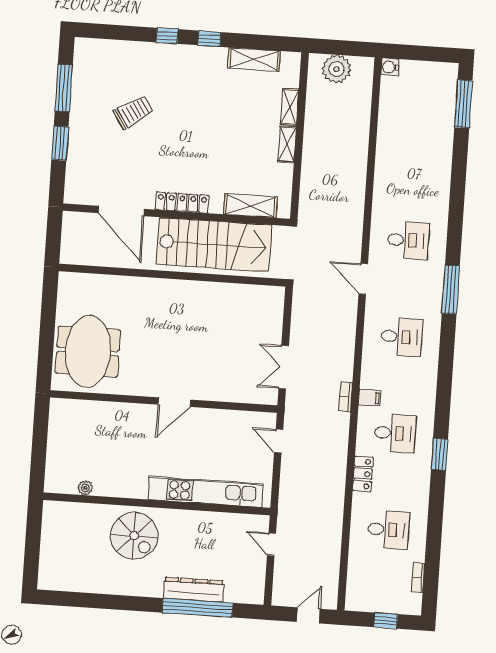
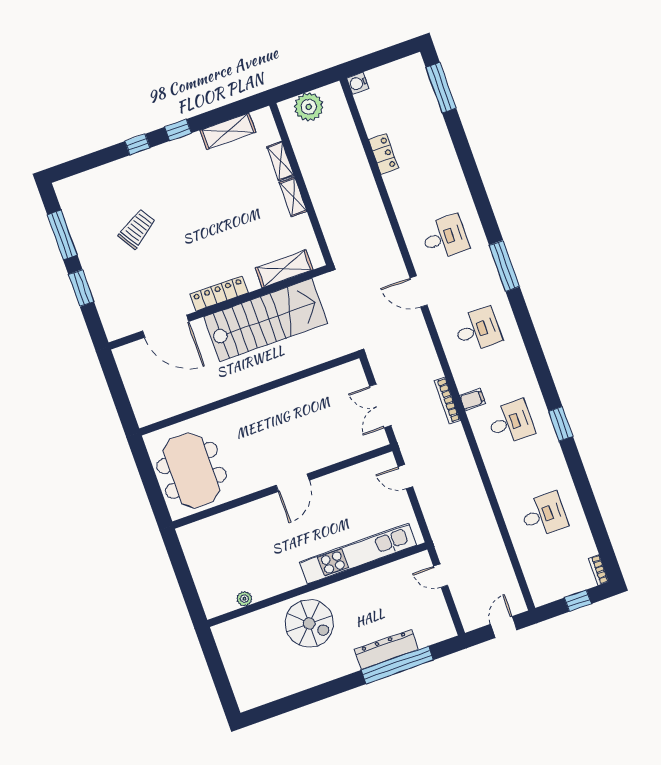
wall: (172, 275) -> (249, 393), moved
bookcase: (346, 397) -> (447, 401), width x1.56
locker: (363, 474) -> (384, 154), moved
bookcase: (418, 578) -> (599, 570), moved

